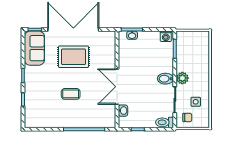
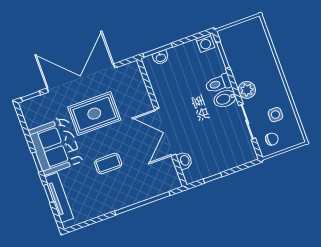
sofa: (34, 48) -> (49, 148), moved
tv unit: (29, 105) -> (59, 198), added
toilet: (165, 122) -> (218, 84), moved

